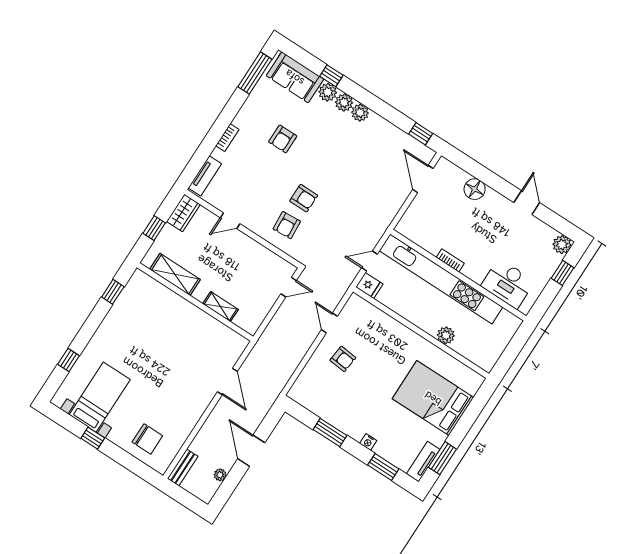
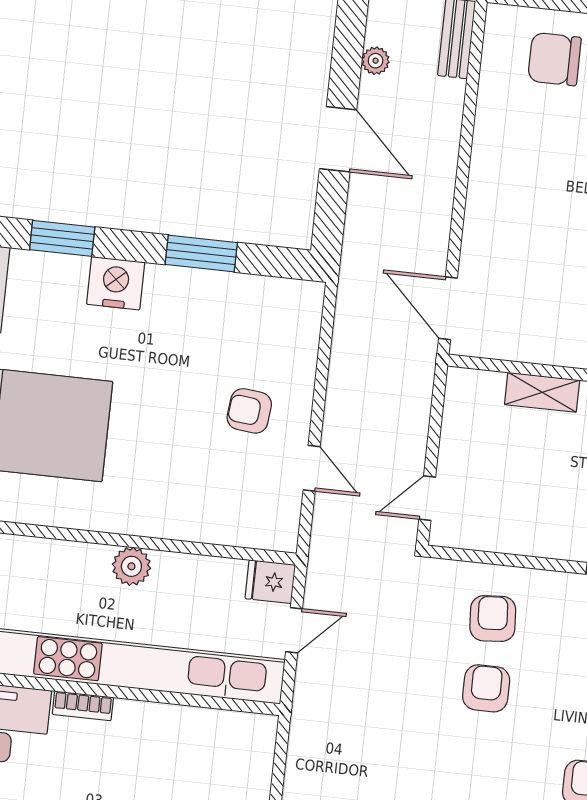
armchair: (304, 198) -> (486, 688), turned 90
bookcase: (450, 260) -> (83, 706), moved
plant: (446, 335) -> (131, 566), moved
door: (227, 382) -> (448, 308), moved
nightstand: (368, 442) -> (116, 283), width x1.89, depth x1.79

